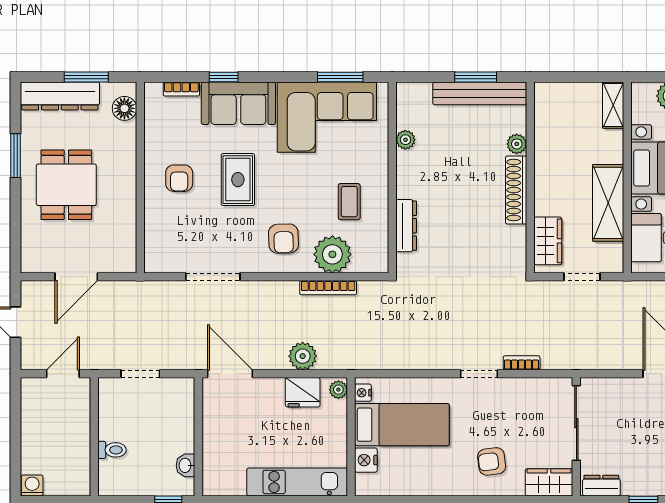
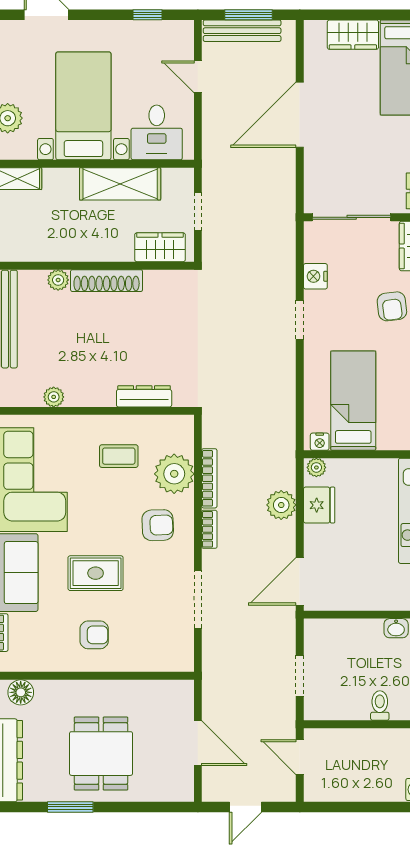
dining table: (66, 185) -> (101, 754), turned 90
bookcase: (522, 363) -> (209, 529), moved, turned 180
nightstand: (366, 460) -> (315, 276), moved, turned 90

